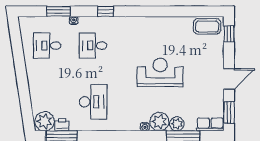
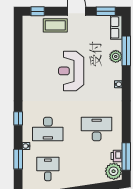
coffee table: (207, 26) -> (55, 25), moved, turned 90
desk: (47, 46) -> (48, 169), turned 180
desk: (93, 46) -> (48, 129), width x1.37
plant: (159, 122) -> (114, 72), removed

